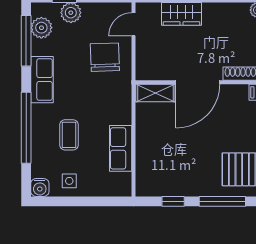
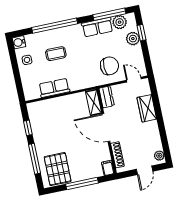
dresser: (151, 72) -> (107, 97), added
row of seats: (42, 80) -> (97, 27), moved

